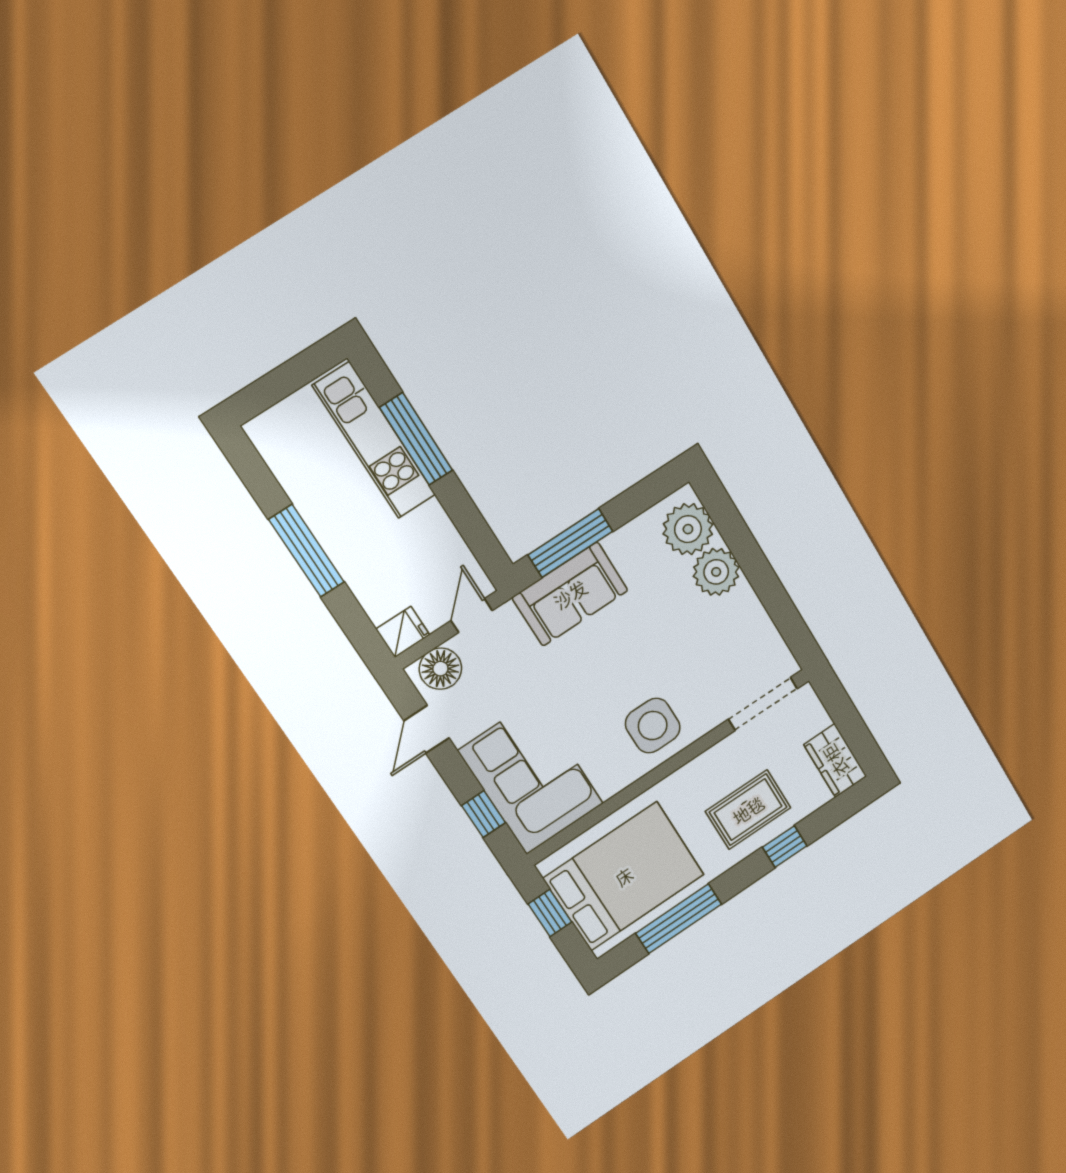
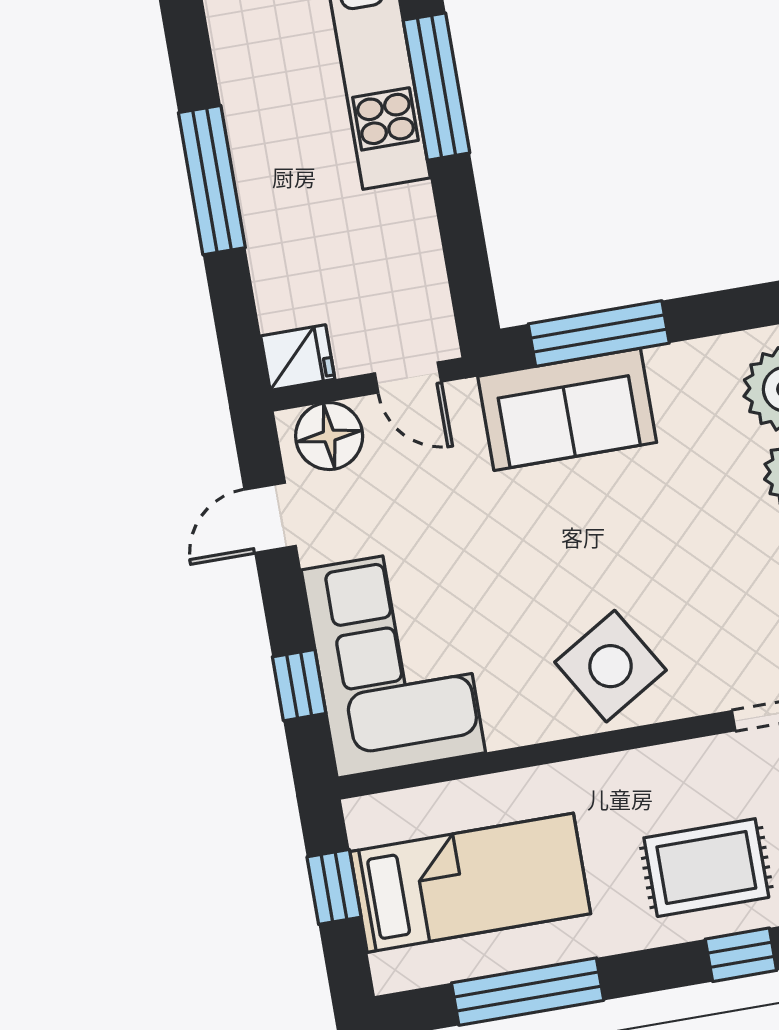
door: (472, 616) -> (408, 377), swing flipped
side table: (653, 726) -> (610, 666), turned -31
bed: (624, 876) -> (470, 883), width x0.67

